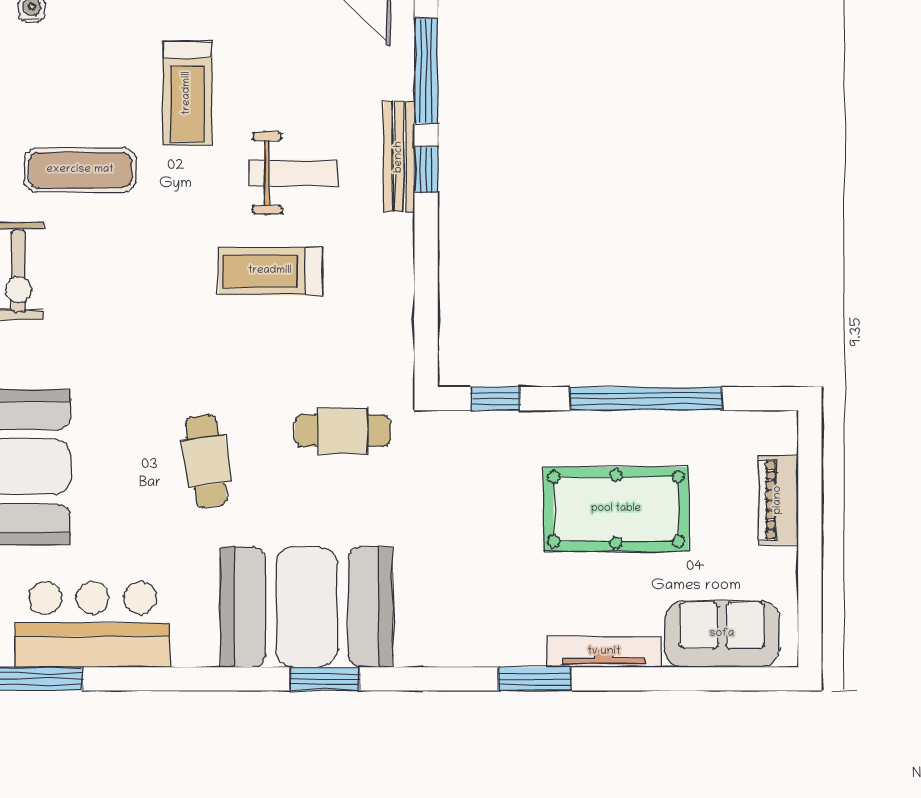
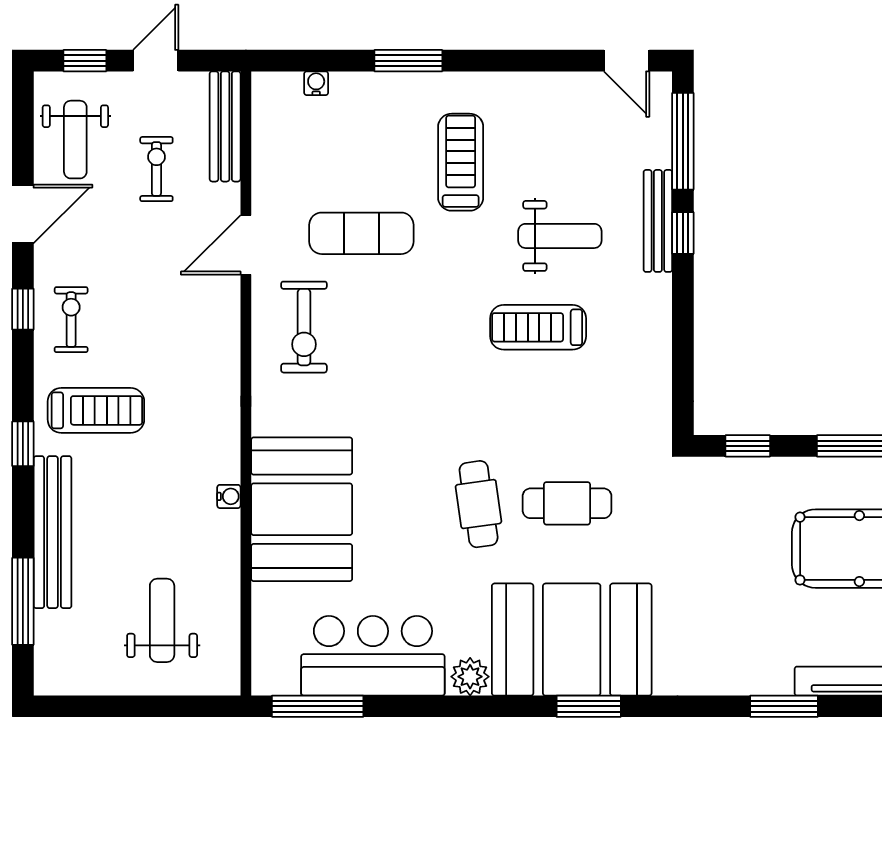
treadmill: (187, 93) -> (461, 162), turned 180
cafe table: (343, 431) -> (567, 503), moved
plant: (197, 647) -> (470, 677), added

